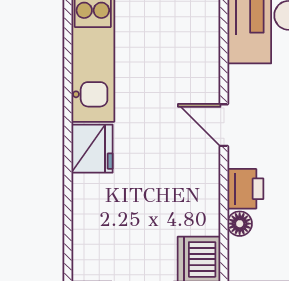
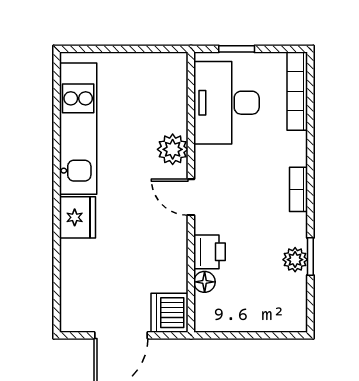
plant: (203, 69) -> (173, 149), added

